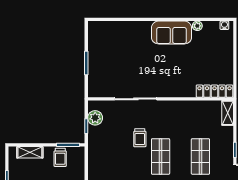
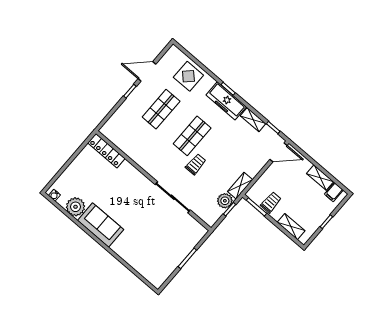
plant: (197, 26) -> (75, 207), width x1.88, depth x1.88
shelving: (228, 113) -> (240, 186), moved
plant: (95, 118) -> (225, 201), moved

